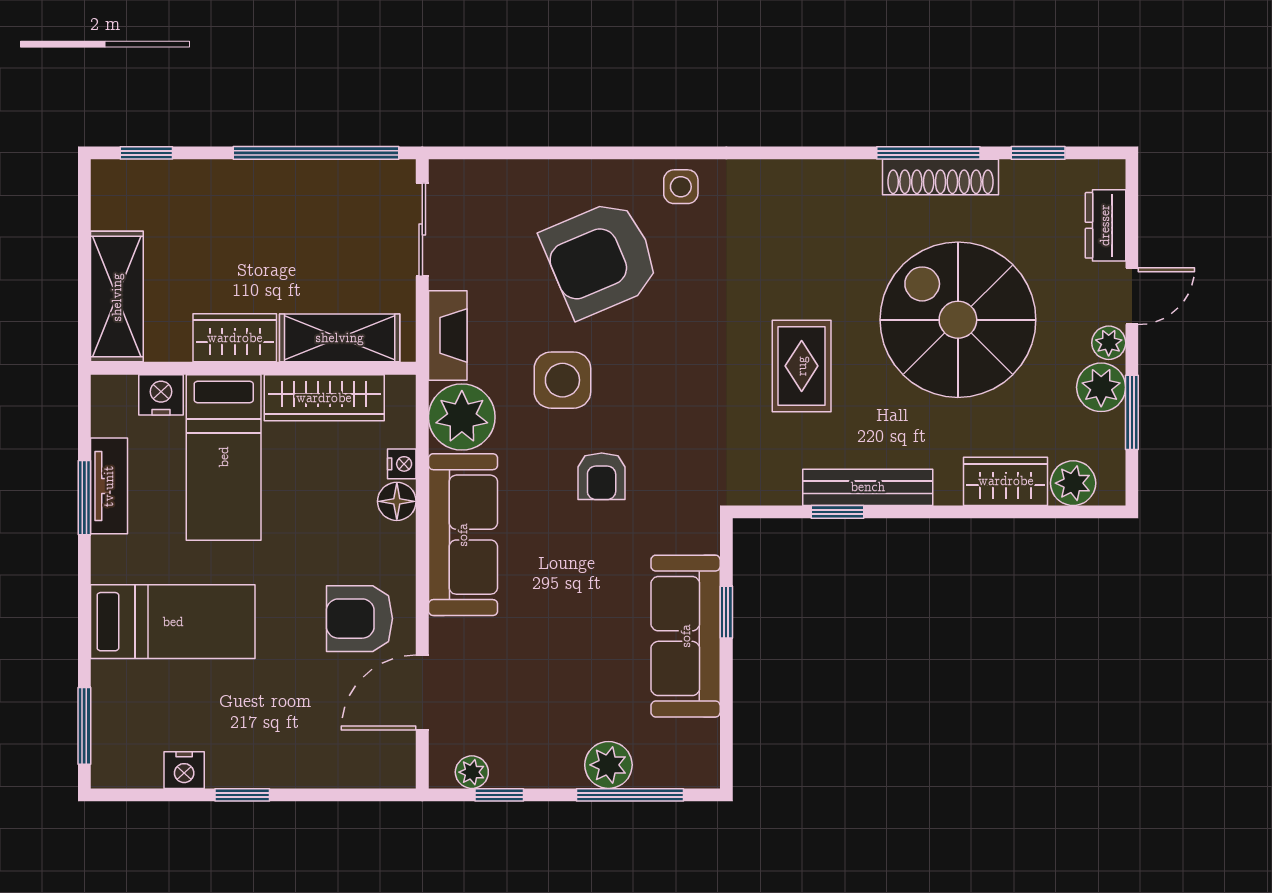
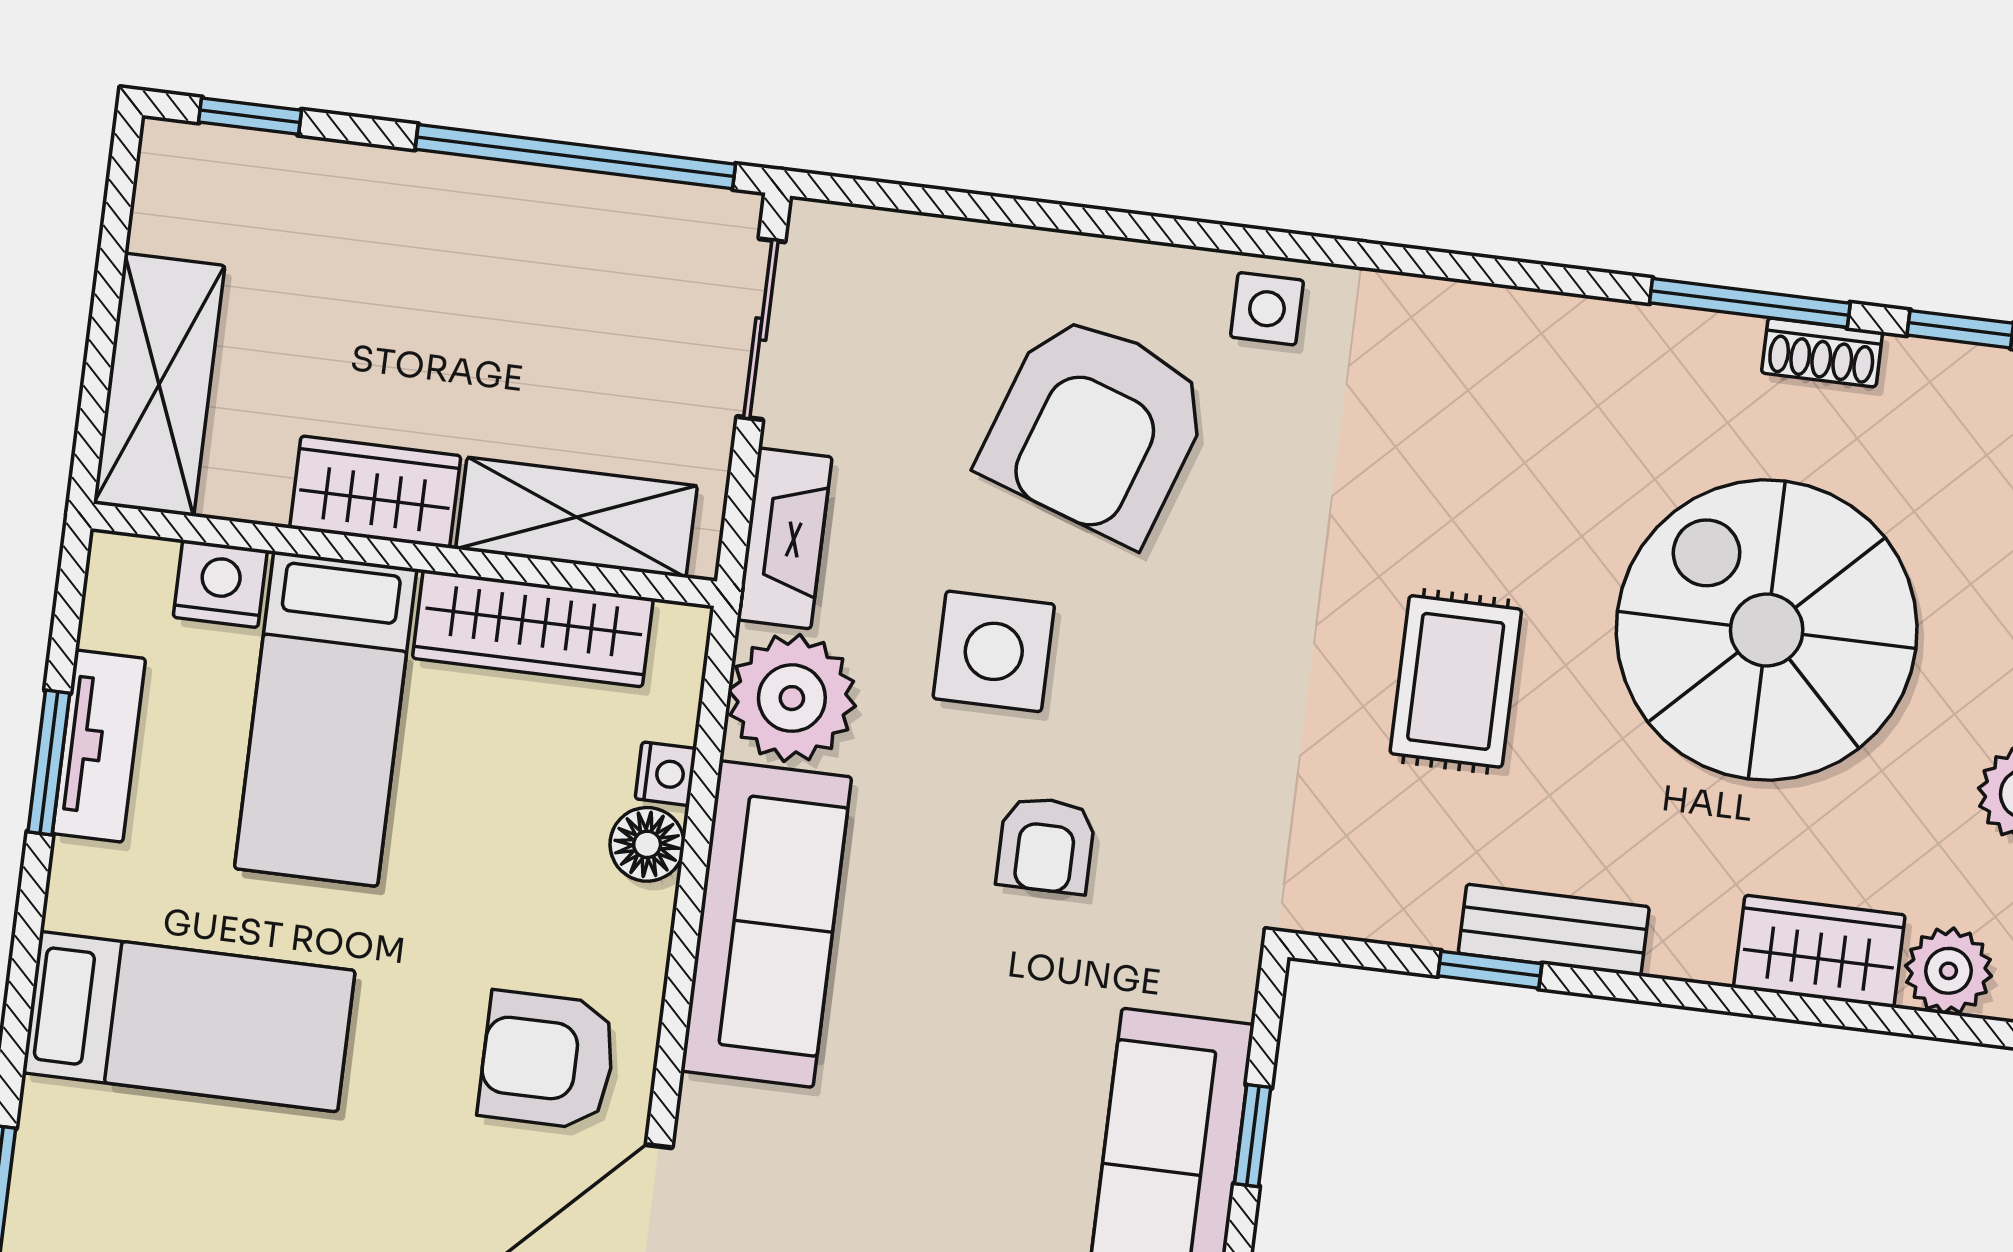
shoe rack: (941, 177) -> (1822, 352), width x0.51, depth x0.81
armchair: (601, 259) -> (1096, 427), turned -48
bench: (868, 487) -> (1554, 930), width x0.73

